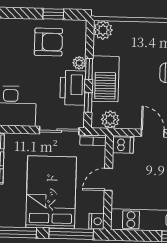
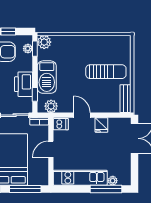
plant: (79, 63) -> (28, 49), moved
window: (89, 69) -> (35, 49), moved
nightstand: (96, 221) -> (43, 179), removed

